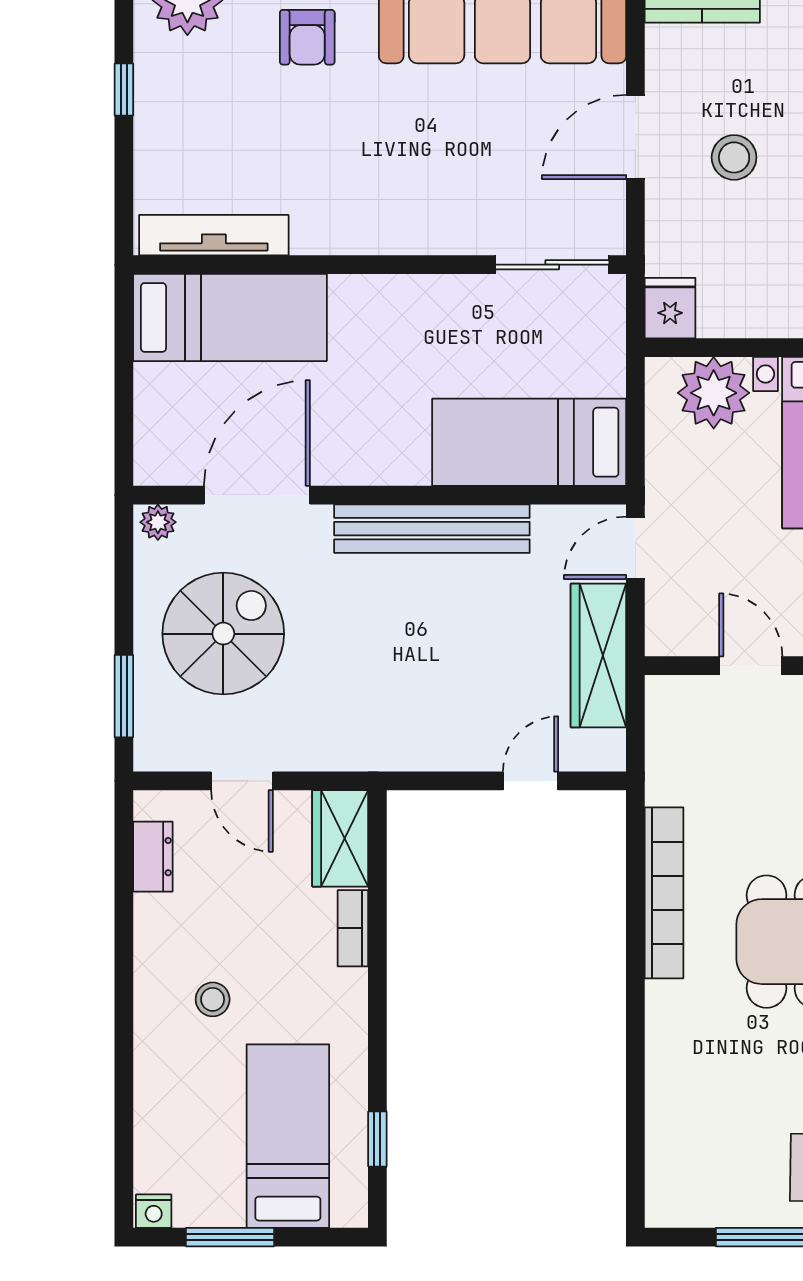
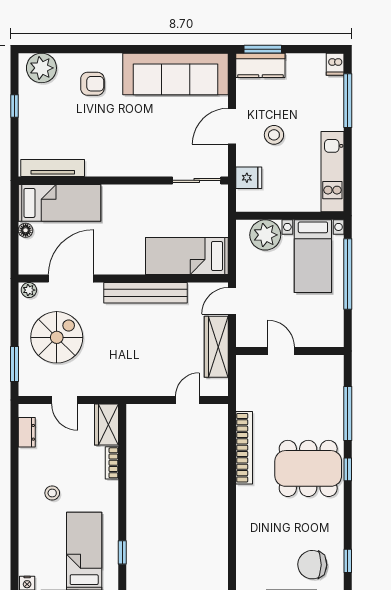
armchair: (307, 37) -> (92, 84), turned -90
fridge: (670, 308) -> (249, 178), moved, turned 90
floor lamp: (150, 382) -> (26, 230), added

